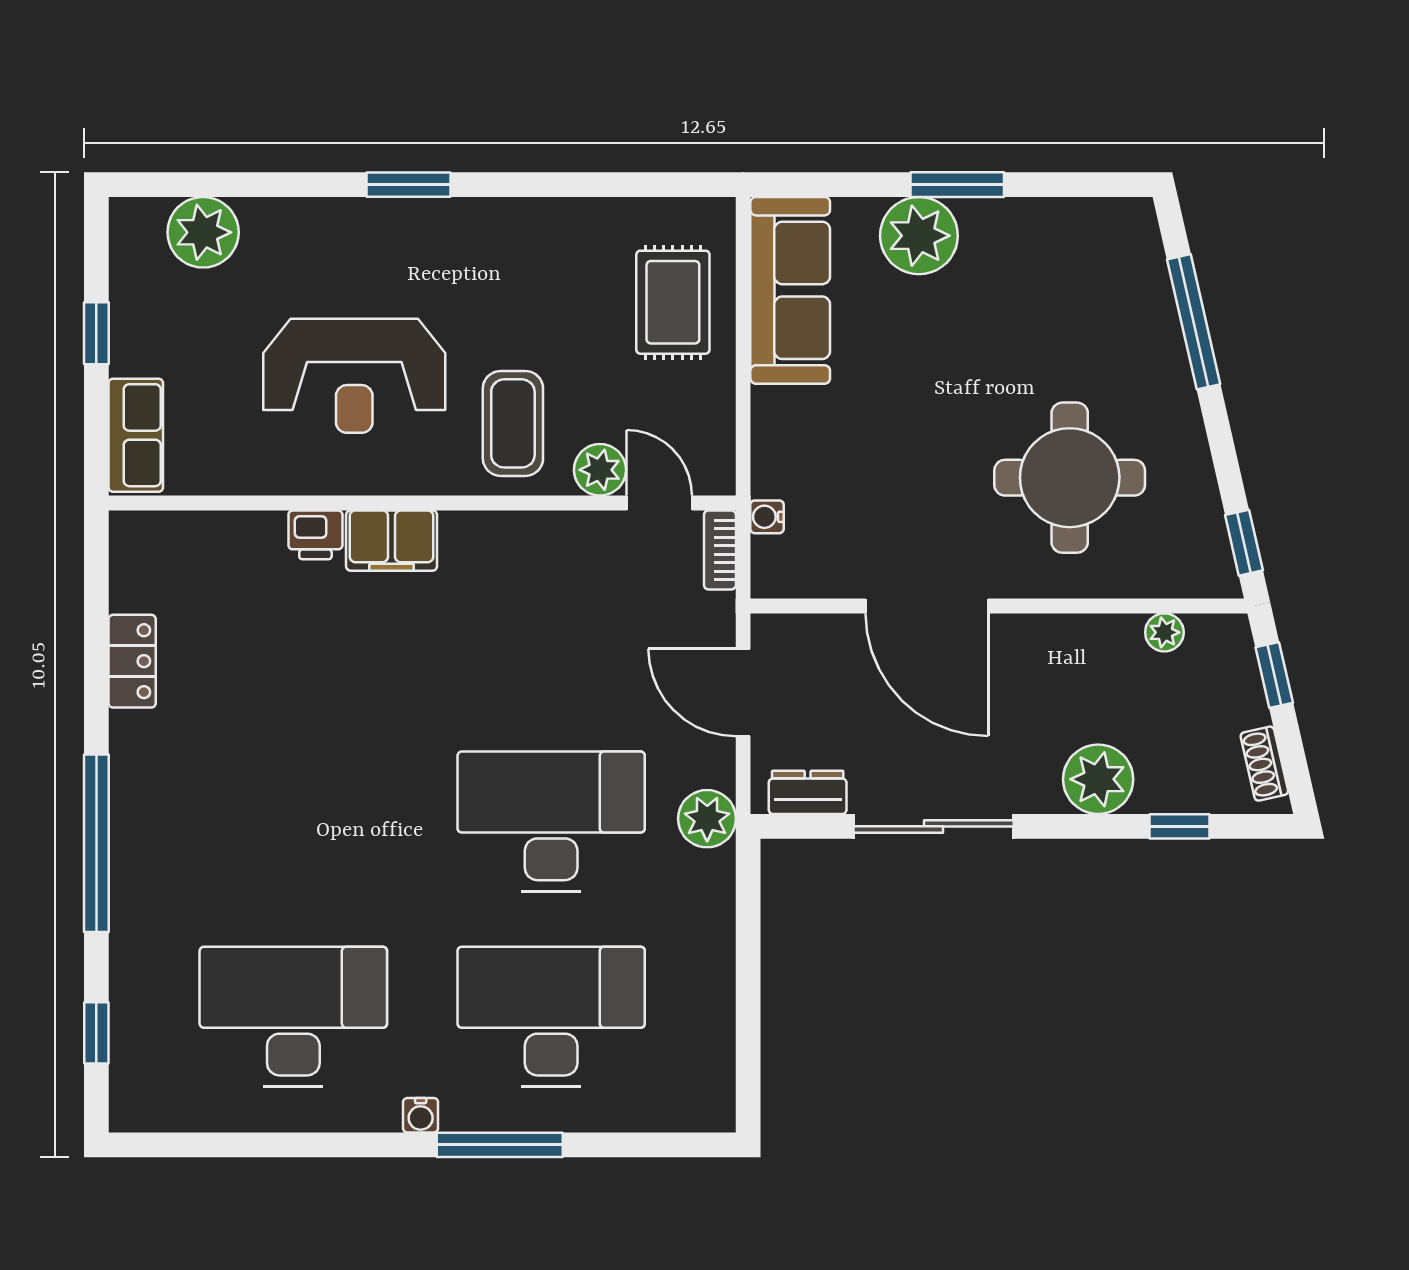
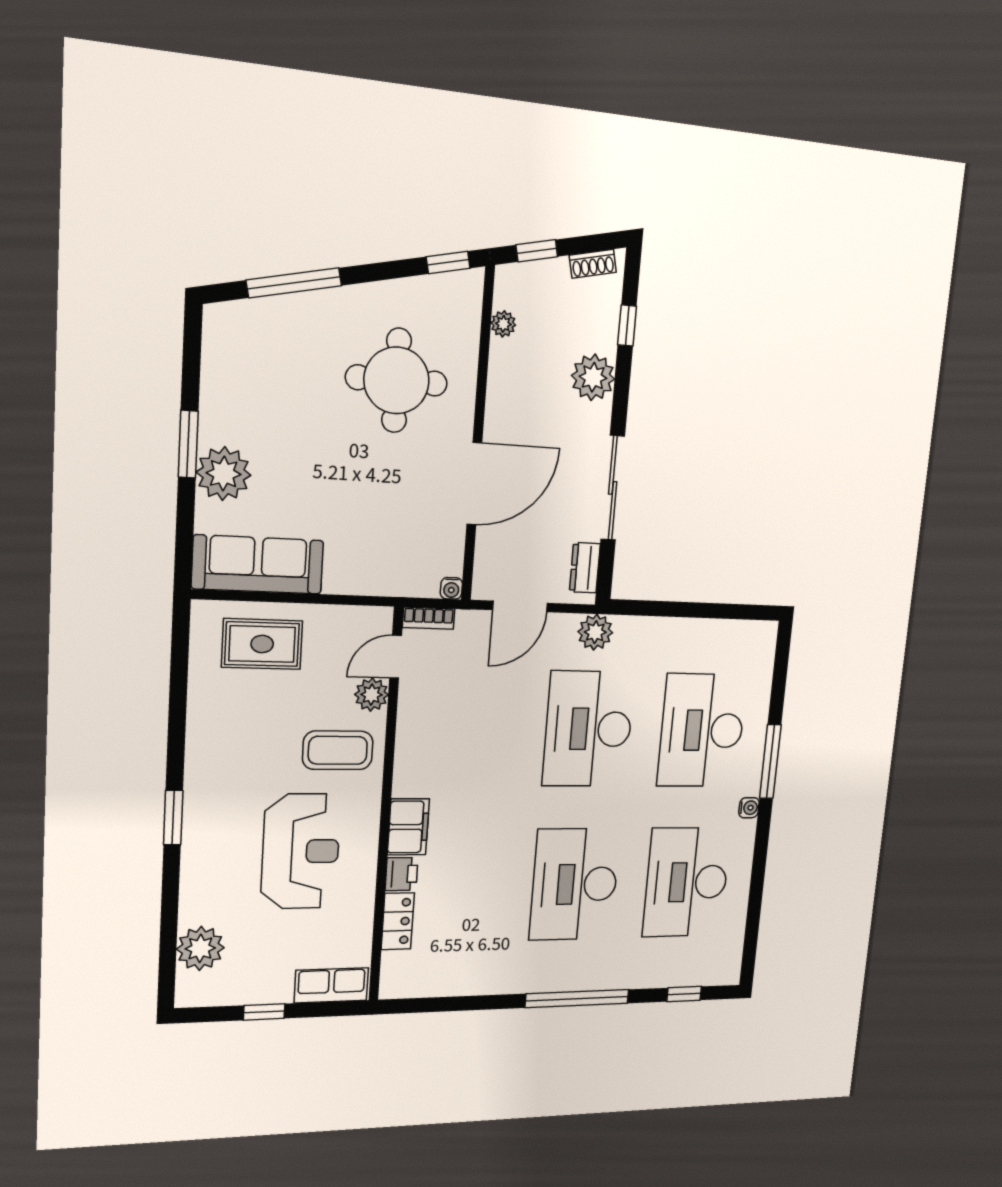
water cooler: (767, 517) -> (451, 588), moved
locker: (132, 661) -> (398, 921), moved, turned 90
desk: (293, 821) -> (575, 884), added

